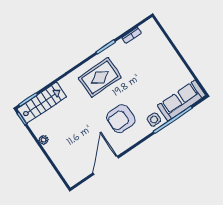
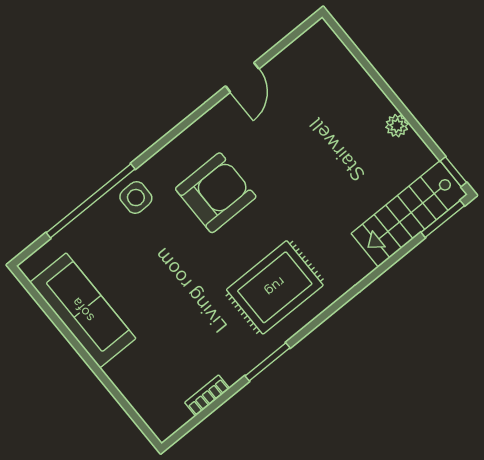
sofa: (181, 101) -> (83, 310), moved, turned -90
door: (106, 165) -> (242, 77), width x0.53

